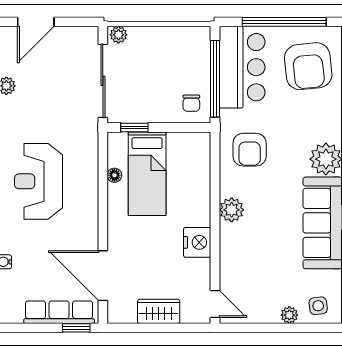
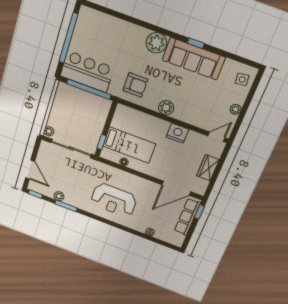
armchair: (308, 66) -> (98, 33), removed
chair: (191, 103) -> (98, 107), removed
plant: (289, 315) -> (236, 109), moved

